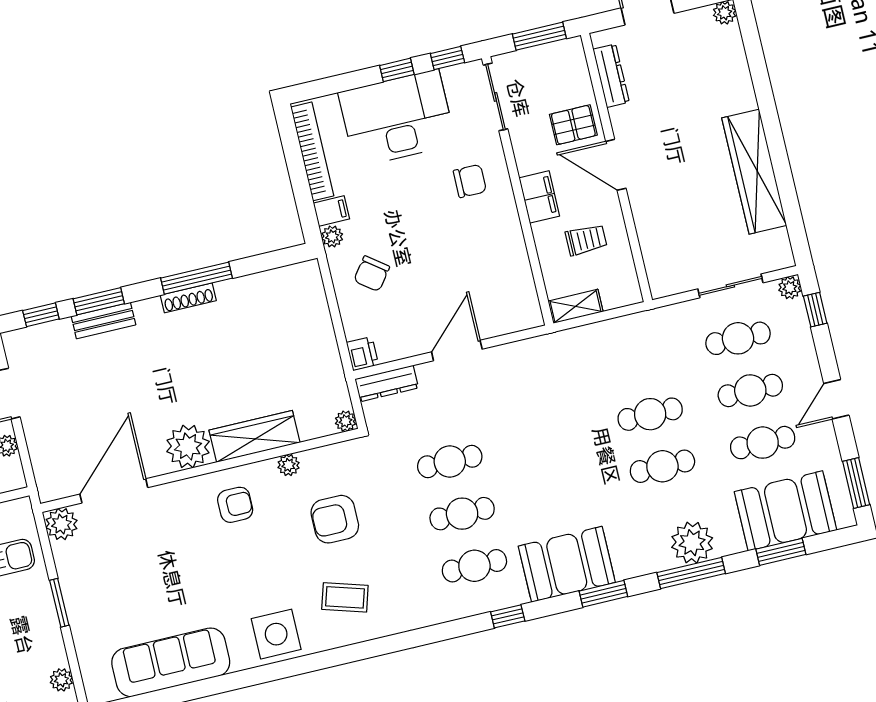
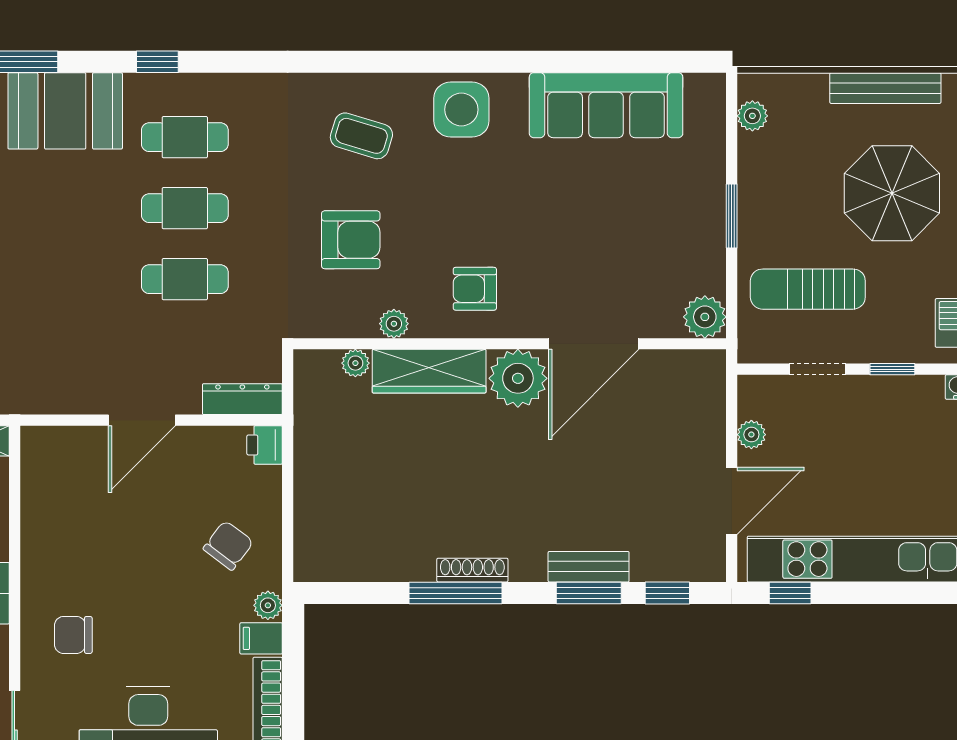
plant: (346, 421) -> (355, 363), moved
door: (114, 491) -> (594, 344), moved

